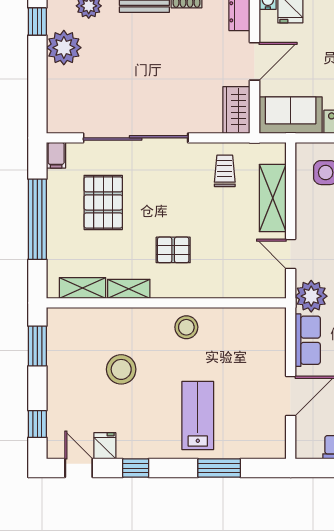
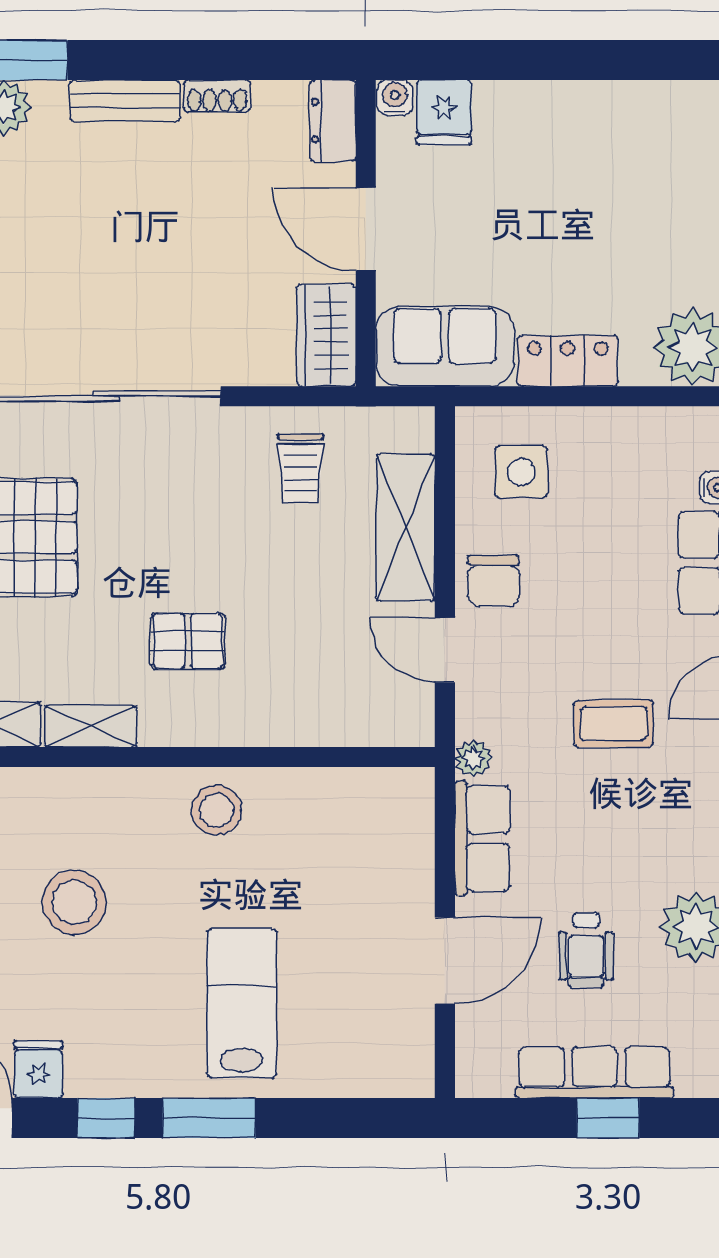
door: (255, 61) -> (366, 229), swing flipped
trolley: (225, 171) -> (301, 468), turned 180
chair: (313, 222) -> (493, 581), added
plant: (311, 296) -> (473, 759), width x0.53, depth x0.53
window: (219, 468) -> (209, 1118), moved

